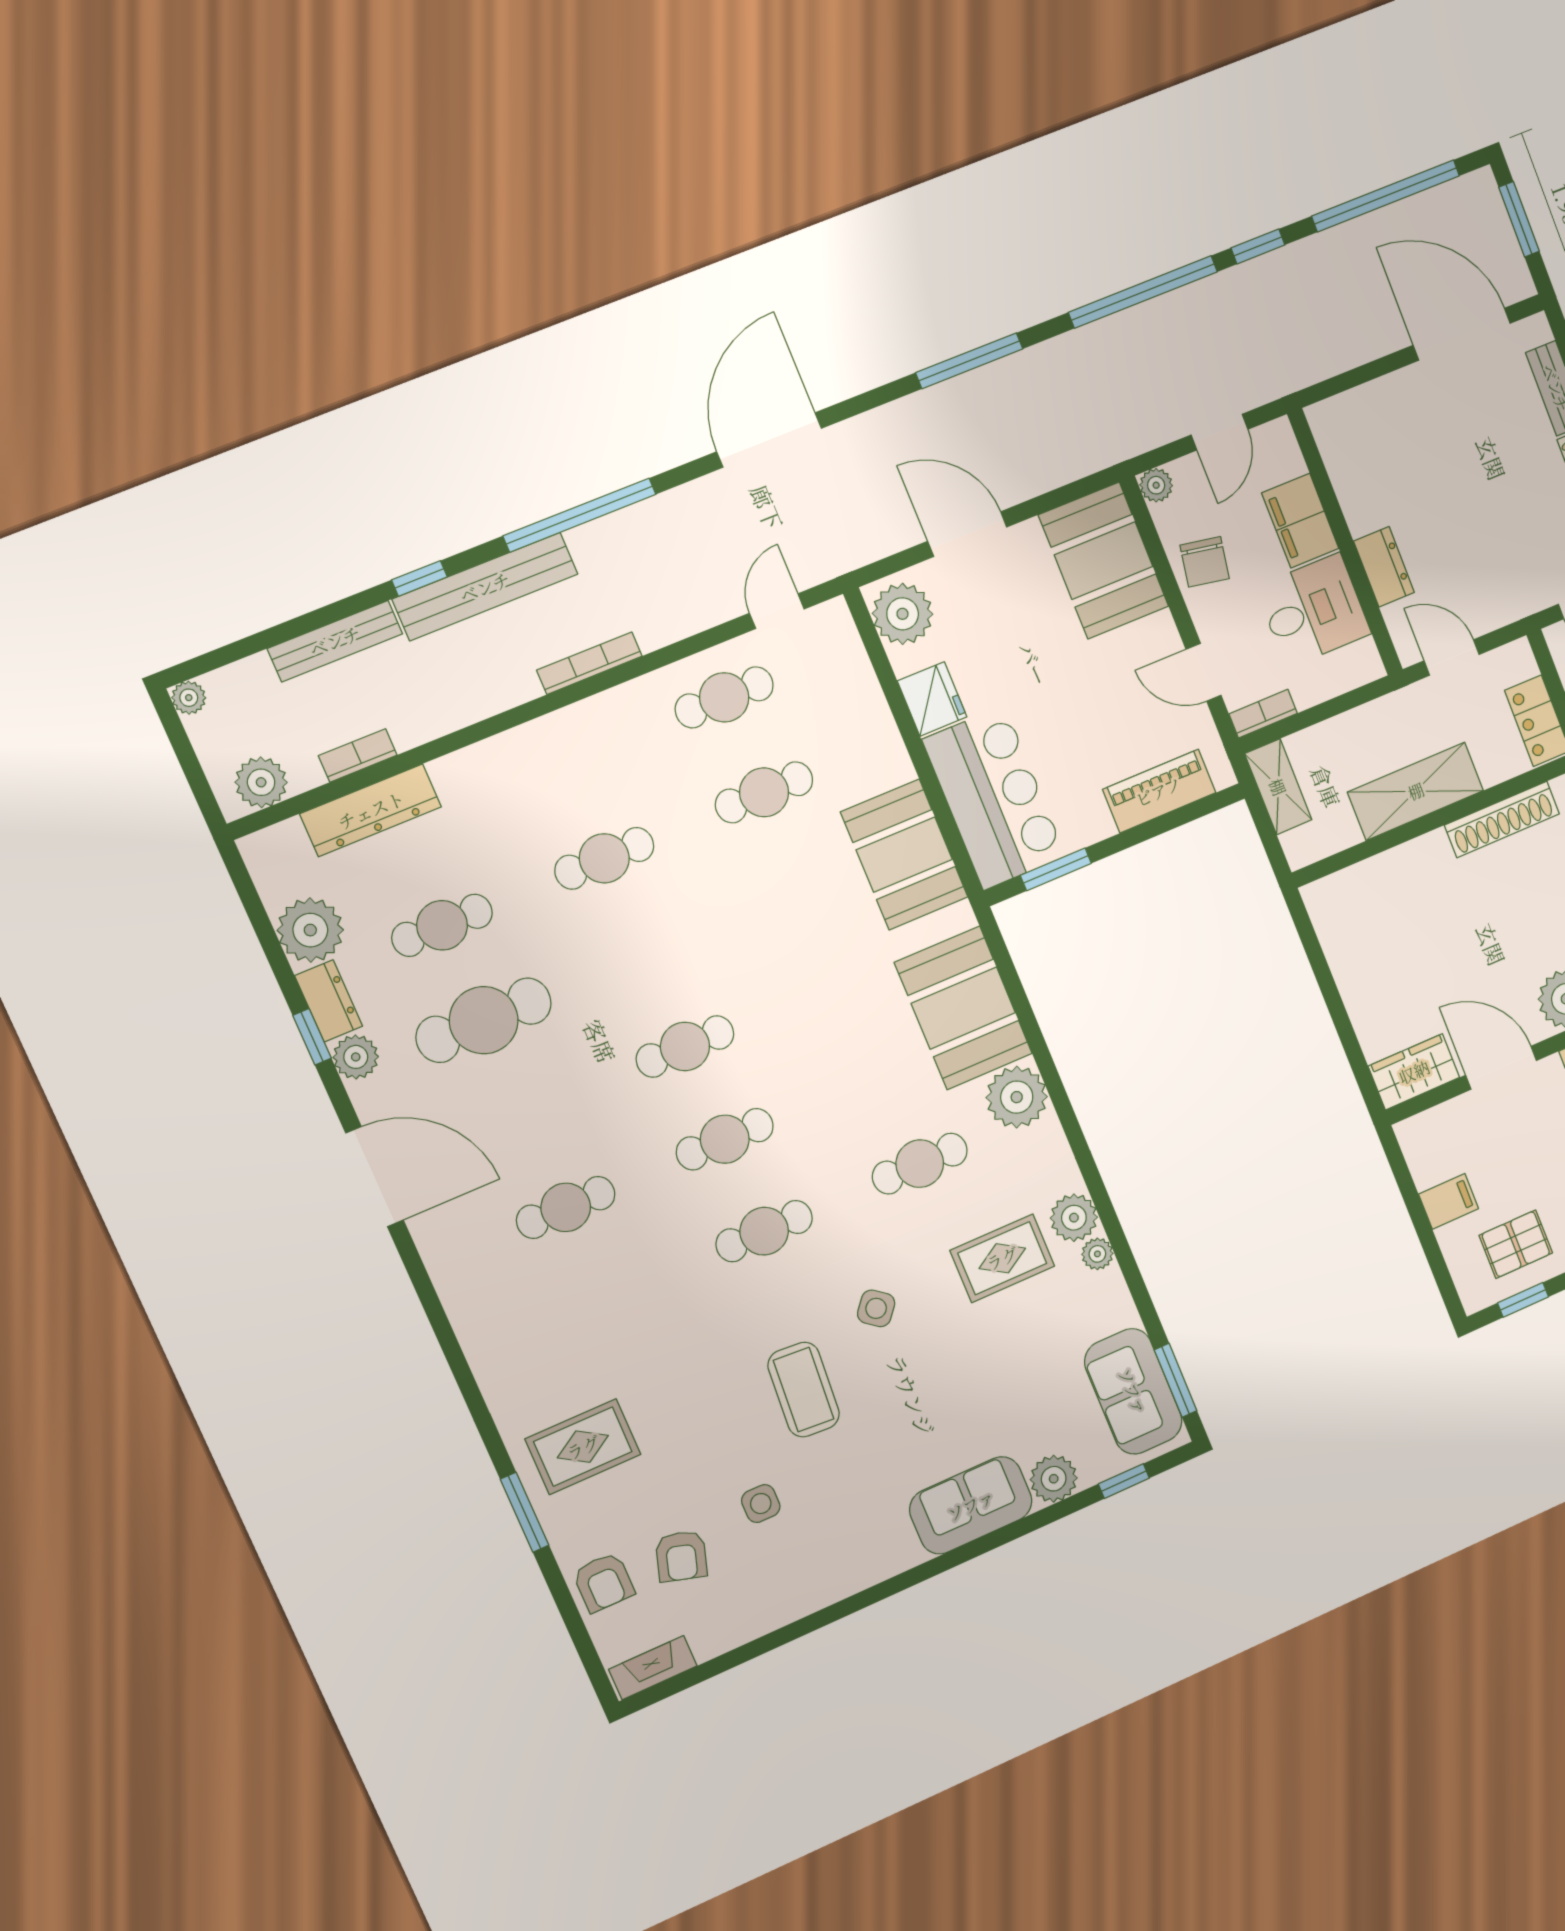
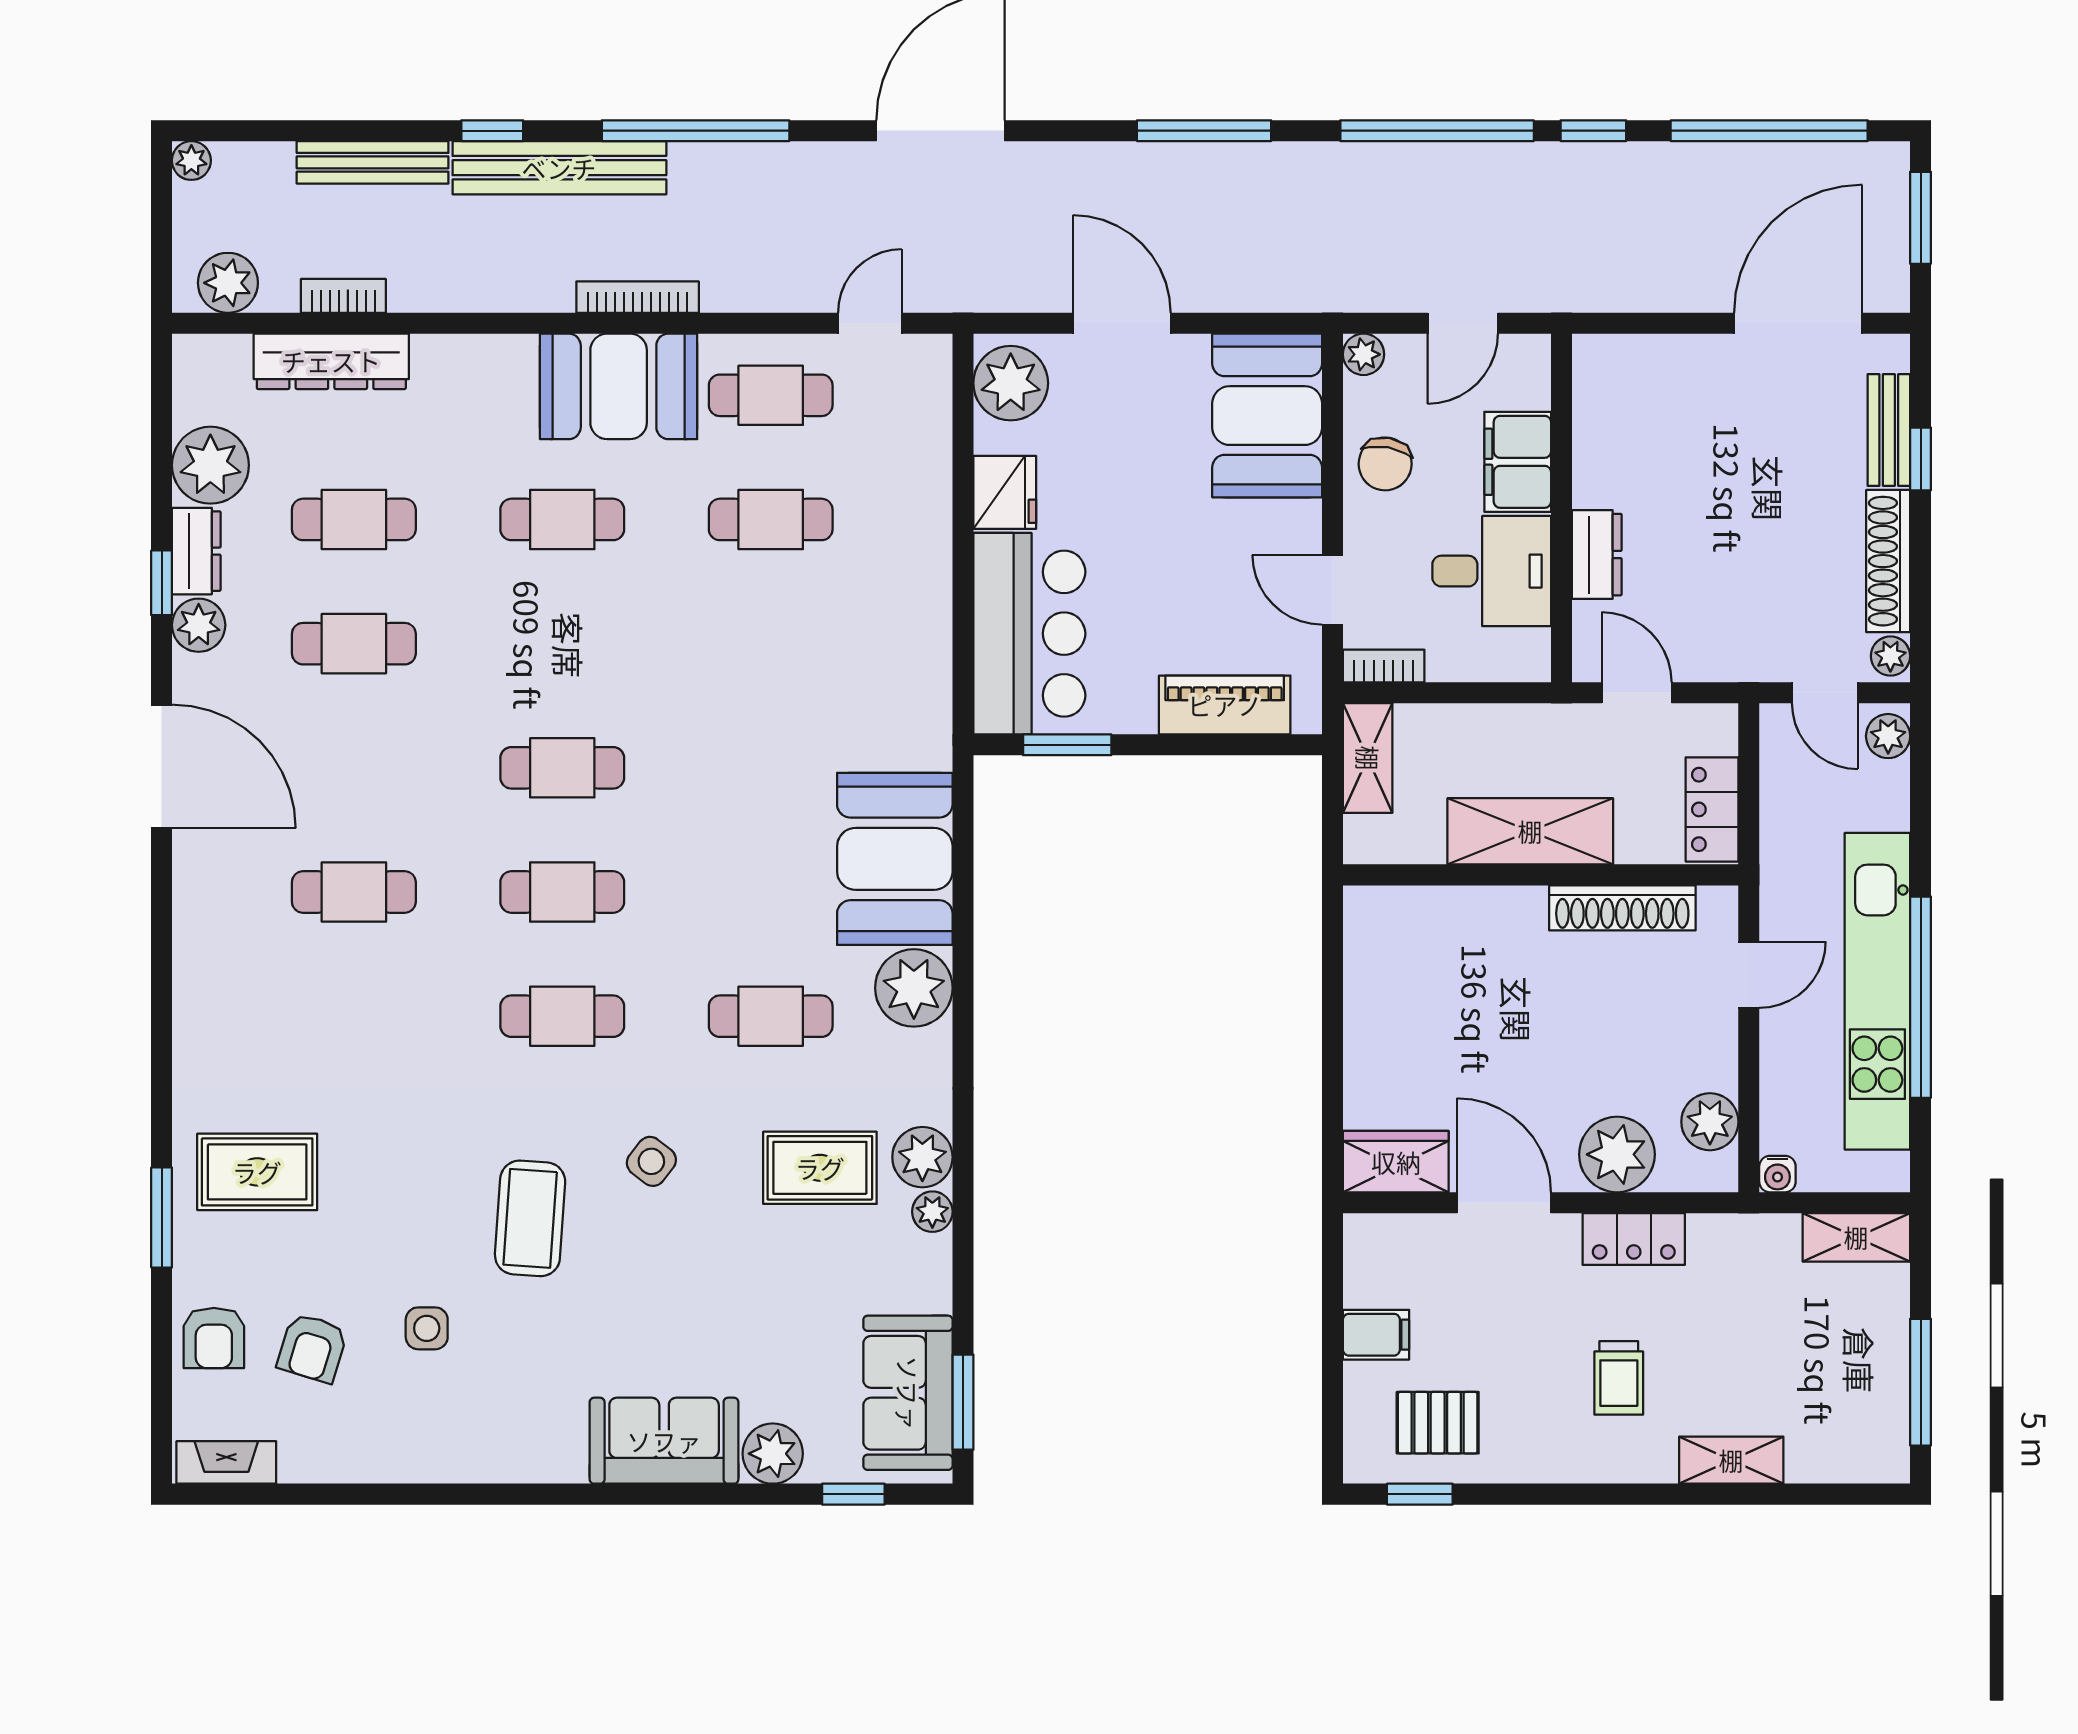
door: (1462, 334) -> (1798, 323), hinge flipped
booth: (904, 855) -> (619, 386), moved, turned 90
cafe table: (484, 1020) -> (354, 644), width x0.73, depth x0.74

